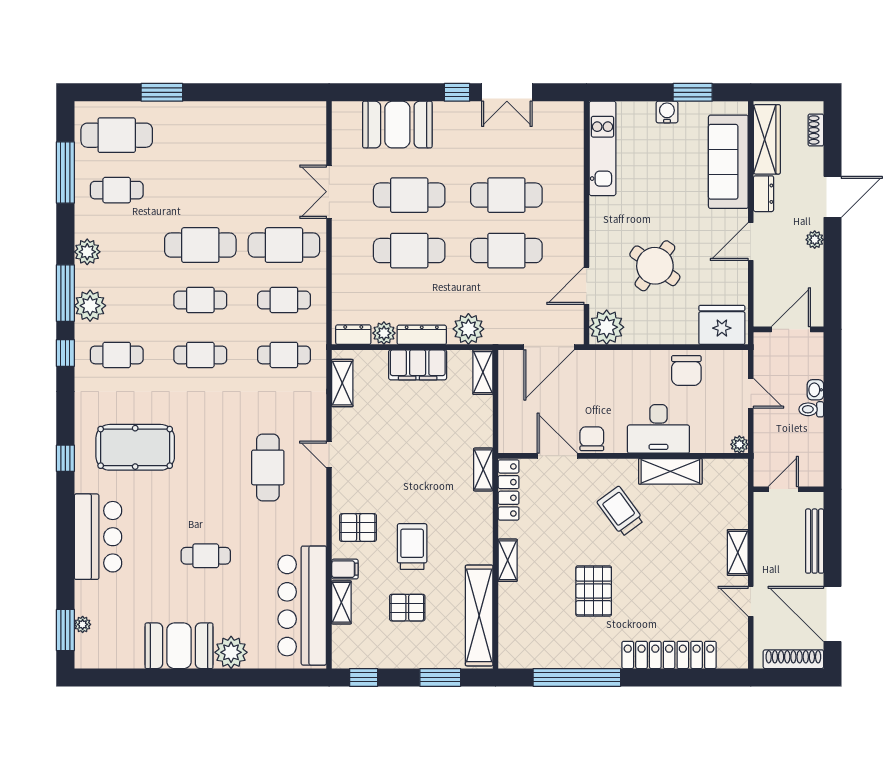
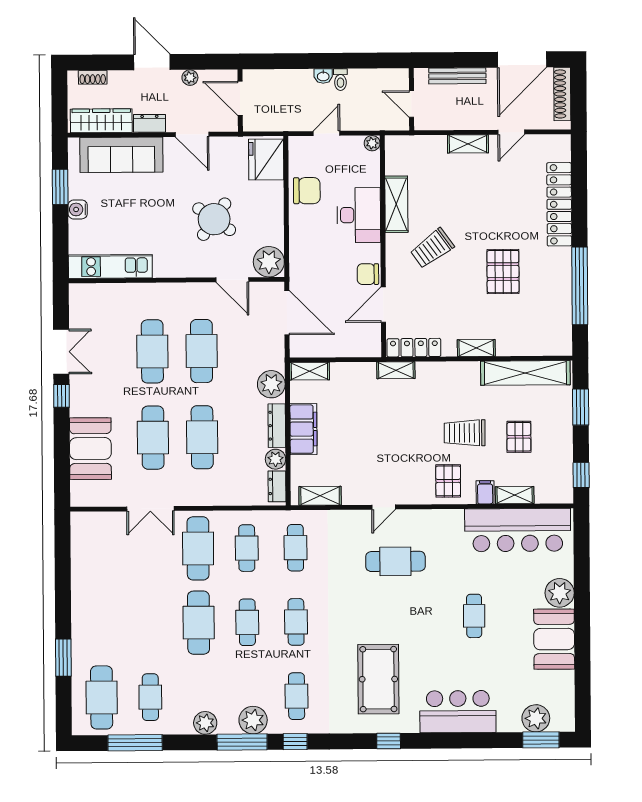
wall: (789, 329) -> (240, 100), moved
door: (791, 329) -> (240, 98), moved
pallet: (594, 591) -> (503, 272), turned 90
plant: (83, 624) -> (536, 718), width x1.88, depth x1.88

